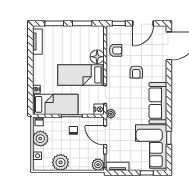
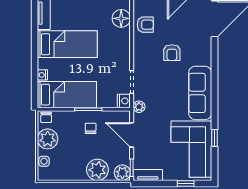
floor lamp: (97, 57) -> (121, 18), moved
bed: (81, 75) -> (67, 44), moved, turned 180
plant: (61, 162) -> (97, 170), moved

